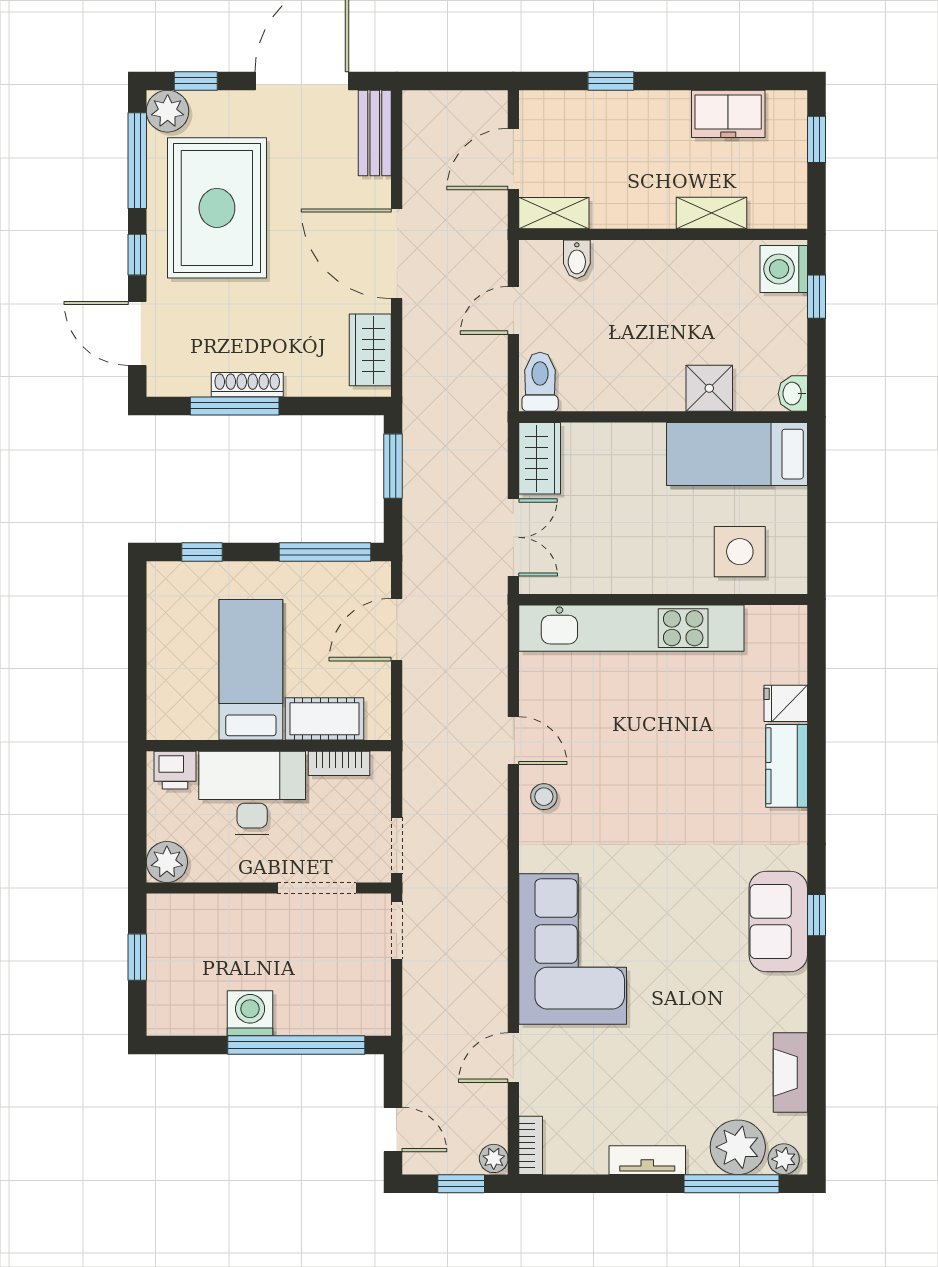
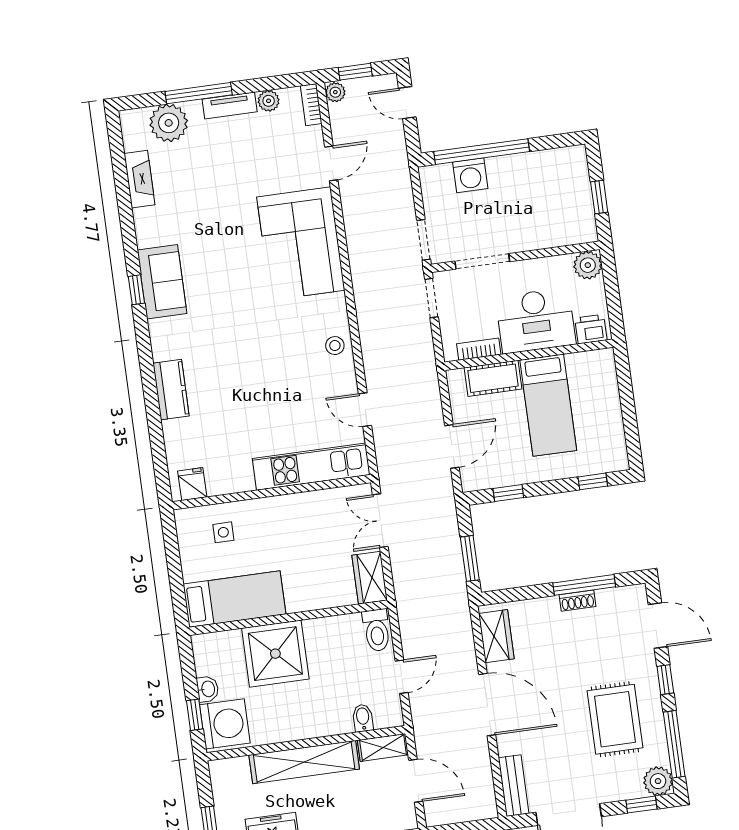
door: (513, 159) -> (416, 781), hinge flipped
rug: (217, 208) -> (615, 719), width x0.73, depth x0.69
shelving: (711, 213) -> (304, 762), width x2.20, depth x1.33
washing machine: (784, 269) -> (225, 724), width x1.37, depth x1.37
shoe rack: (247, 385) -> (578, 601), width x0.70
shower: (709, 388) -> (275, 654), width x1.86, depth x1.86
washbasin: (793, 394) -> (208, 689), moved
window: (325, 552) -> (508, 493), width x0.46
side table: (740, 552) -> (223, 532), width x0.54, depth x0.54
kitchen unit: (631, 628) -> (311, 467), width x0.73
fridge: (786, 703) -> (192, 484), moved, turned -90
door: (513, 741) -> (365, 410), moved
washing machine: (250, 1013) -> (470, 175), moved
plant: (784, 1159) -> (269, 101), moved
window: (732, 1184) -> (199, 93), moved

